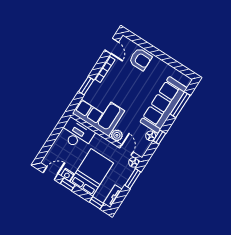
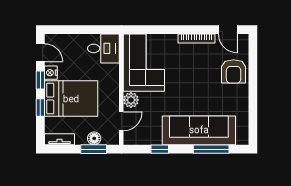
door: (112, 46) -> (228, 30), hinge flipped
window: (86, 86) -> (165, 30), removed
desk: (77, 134) -> (103, 48), width x0.73
floor lamp: (151, 136) -> (155, 138), removed
floor lamp: (134, 162) -> (94, 138), moved
window: (96, 203) -> (40, 108), moved

